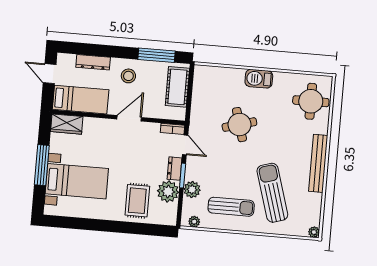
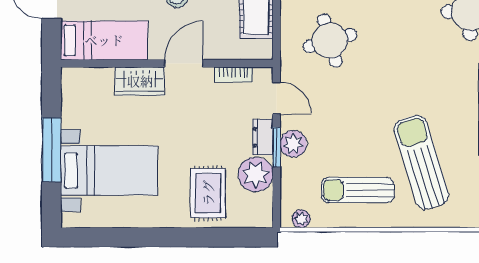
wardrobe: (67, 124) -> (140, 81), moved
round table: (239, 125) -> (330, 41), moved
bookcase: (172, 129) -> (234, 75), moved
plant: (192, 190) -> (293, 144), moved
sun lounger: (231, 207) -> (358, 190), turned 180

